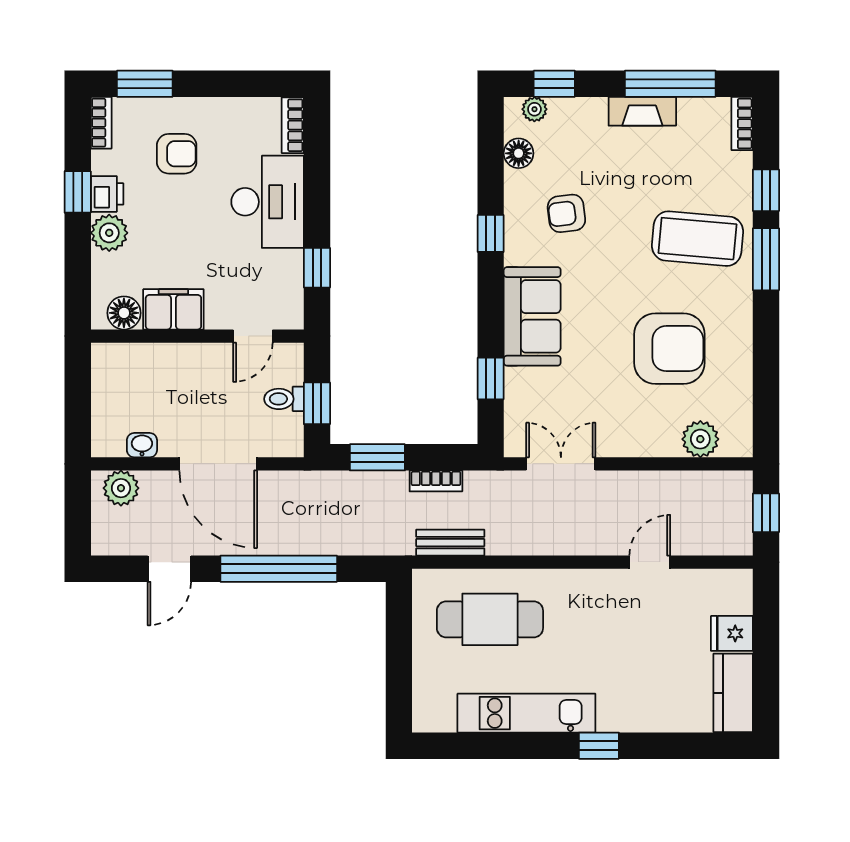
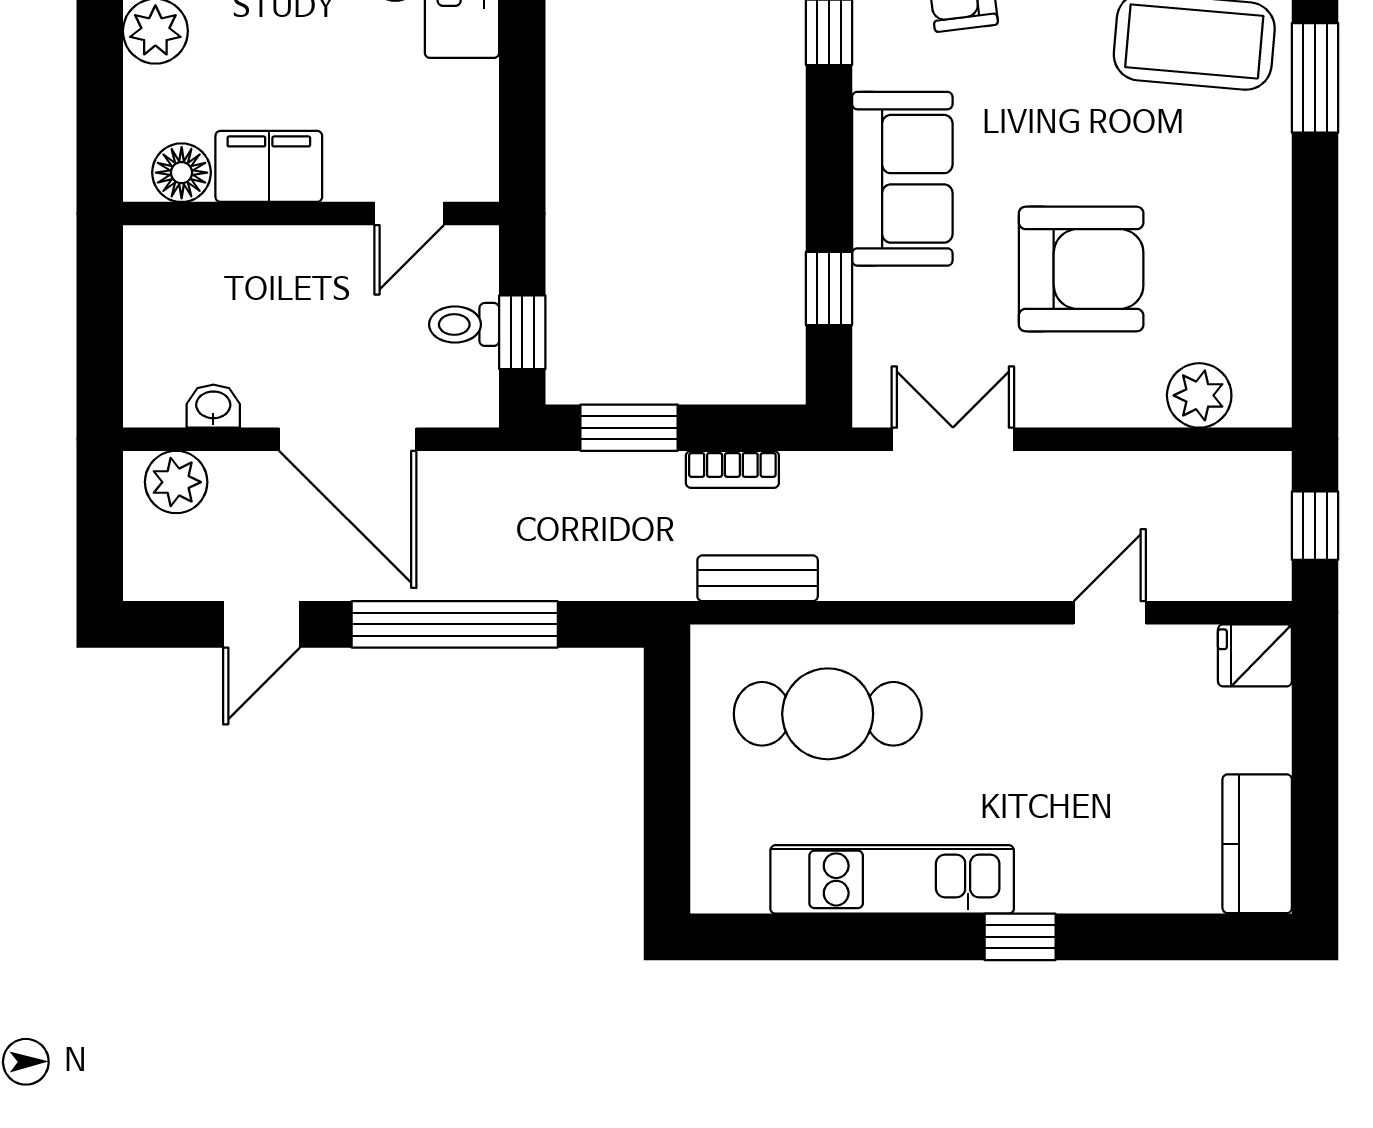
window: (317, 268) -> (522, 93), removed
armchair: (669, 349) -> (1081, 269), moved
fridge: (732, 633) -> (1255, 655), moved

